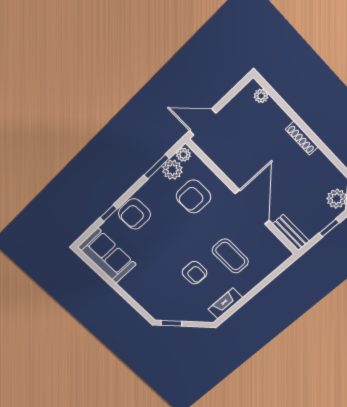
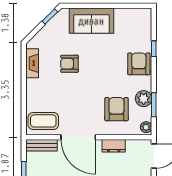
dresser: (229, 168) -> (114, 146), added
plant: (172, 170) -> (144, 99), moved
sofa: (107, 256) -> (91, 21), moved
coffee table: (230, 256) -> (43, 121), moved

